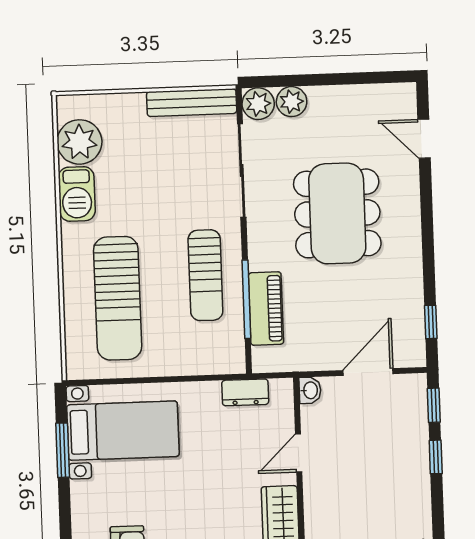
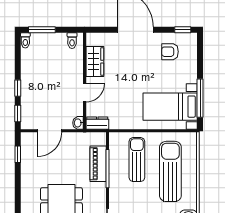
sun lounger: (205, 275) -> (137, 160), moved
dresser: (245, 392) -> (97, 123), moved
window: (63, 450) -> (200, 98), width x1.44

